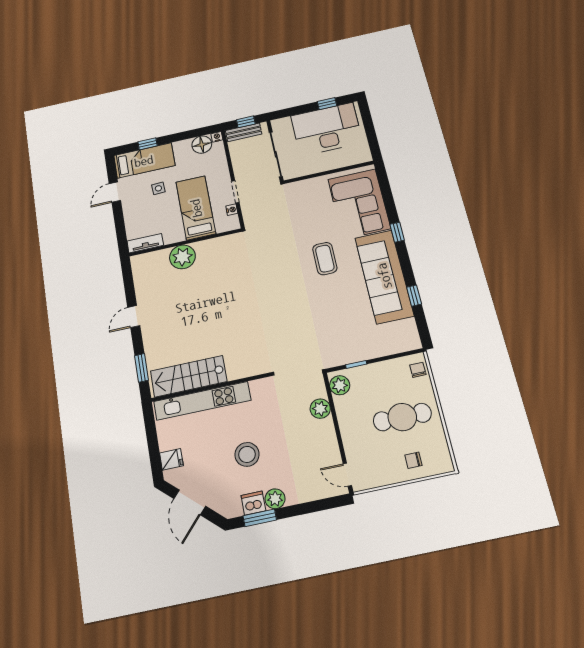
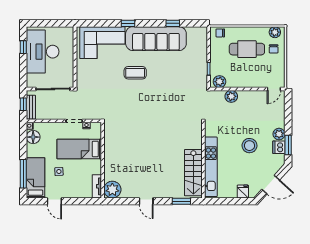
window: (148, 144) -> (23, 174), width x2.17
plant: (182, 257) -> (112, 190), moved
cafe table: (402, 417) -> (247, 49), turned 90
plant: (442, 456) -> (275, 32), added

